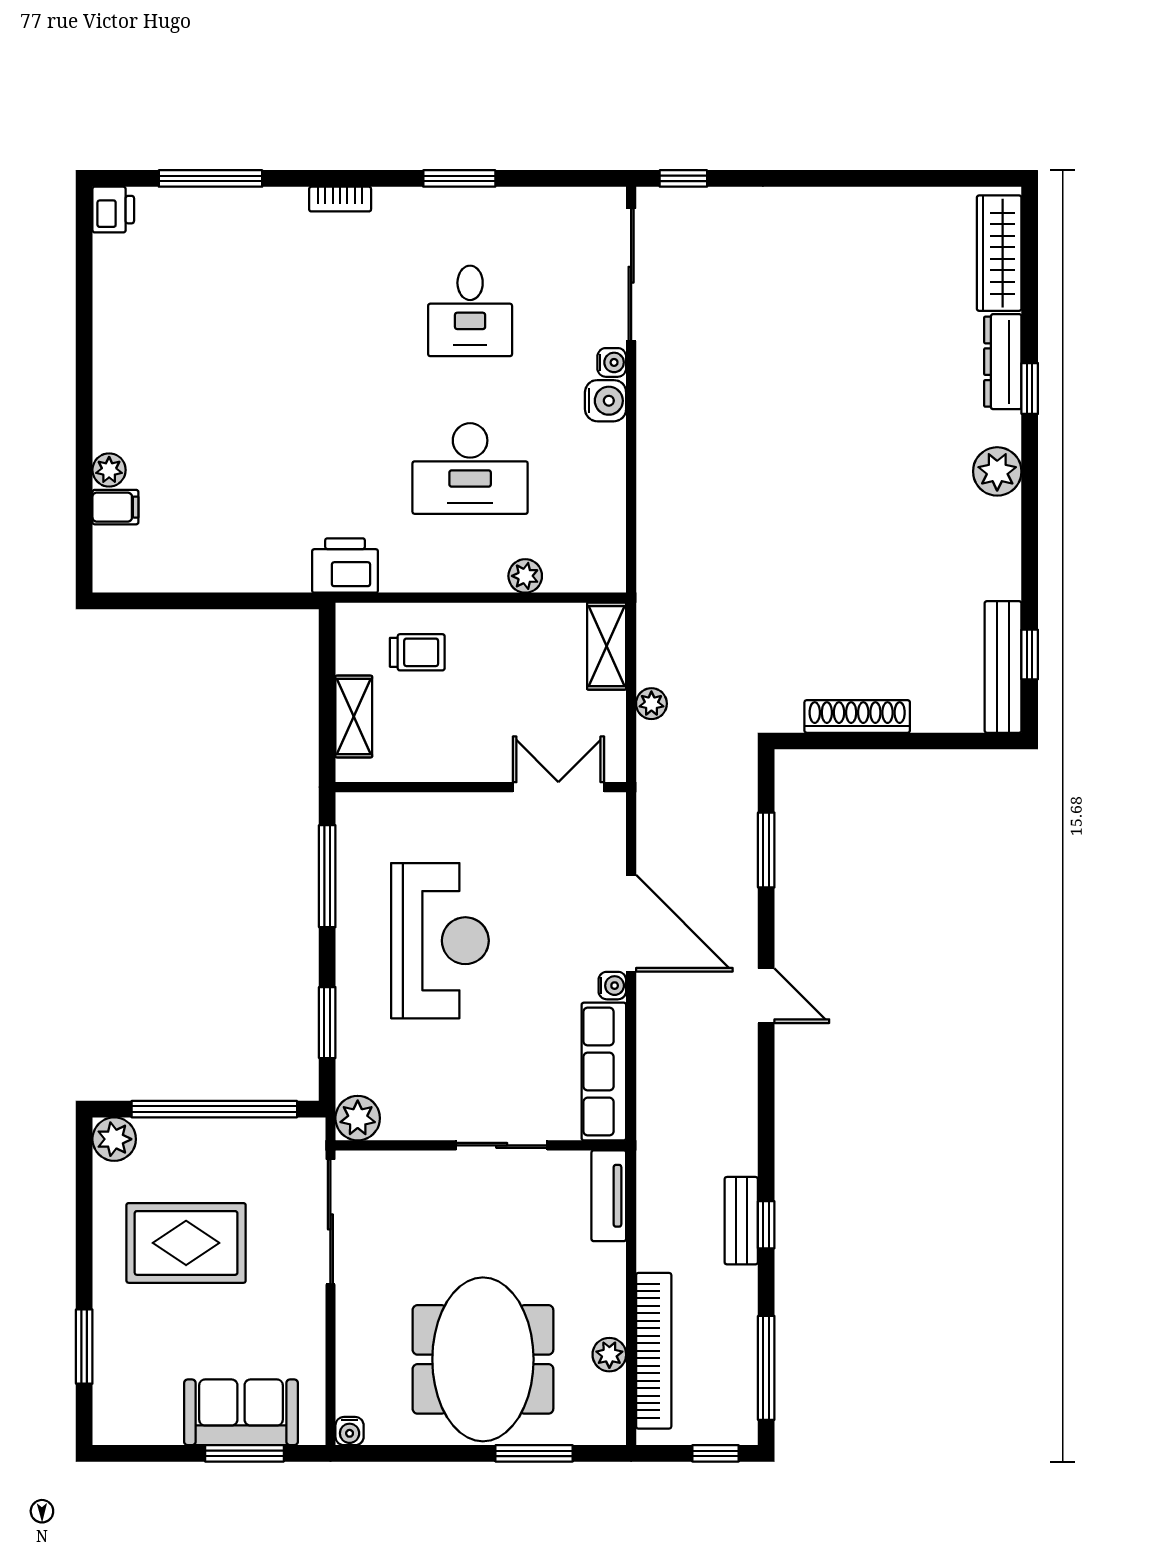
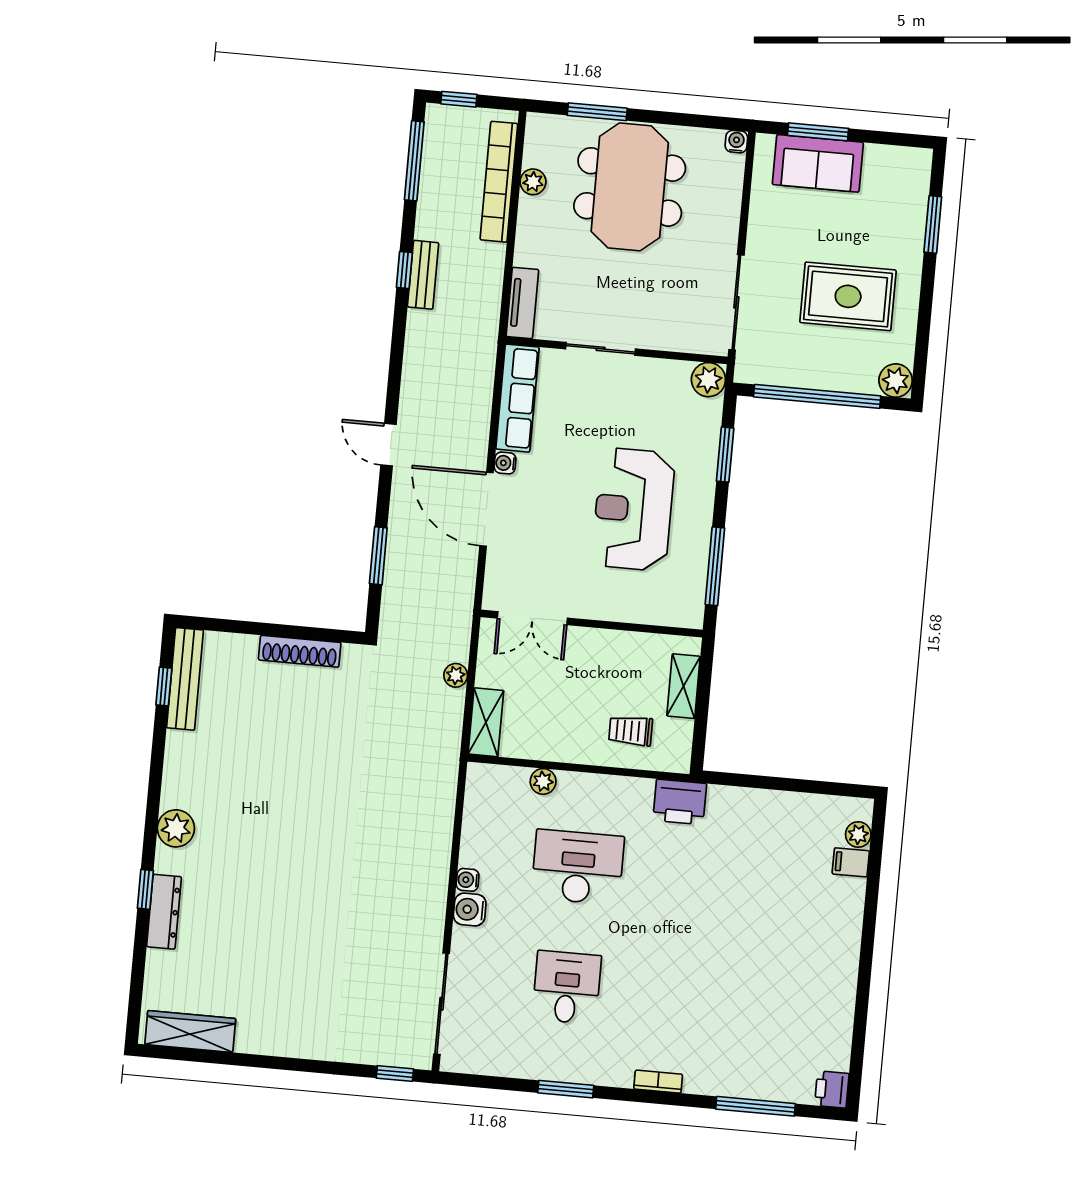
wardrobe: (999, 253) -> (190, 1031), moved, turned -90
water cooler: (612, 362) -> (468, 880), moved
plant: (109, 470) -> (858, 834), moved

